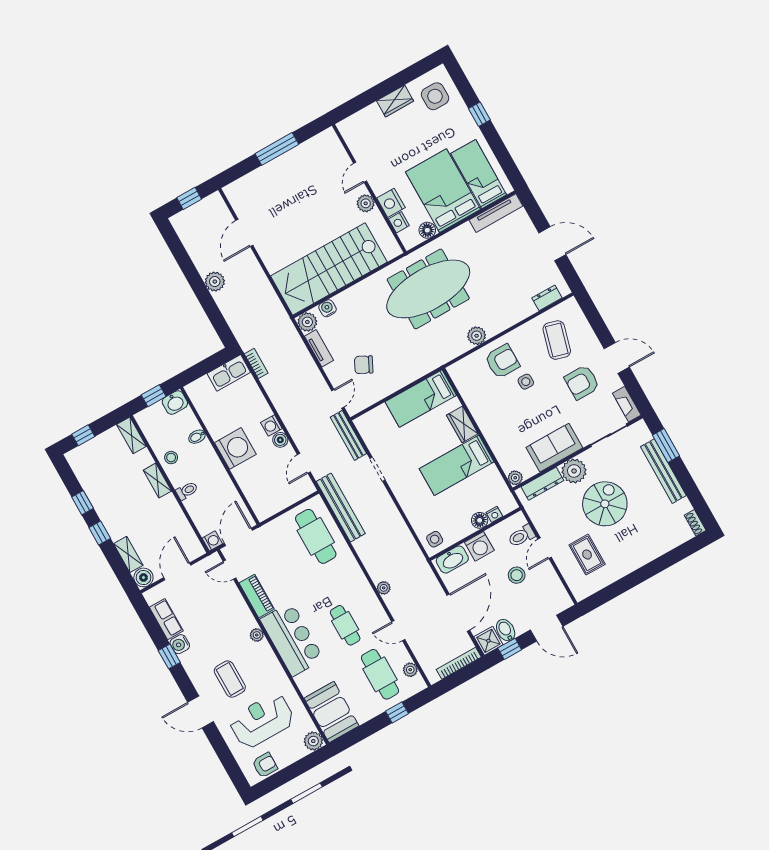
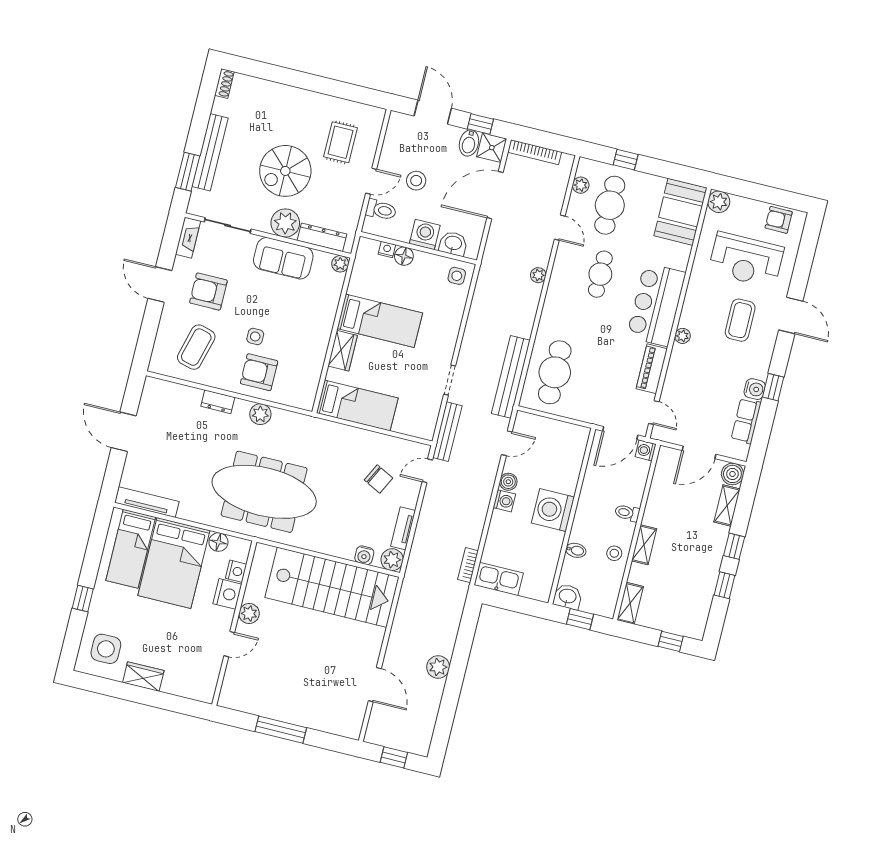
door: (244, 233) -> (375, 685), hinge flipped
dresser: (547, 298) -> (218, 402), moved
armchair: (582, 382) -> (208, 292), turned 180
washbasin: (452, 560) -> (453, 244), width x0.72

